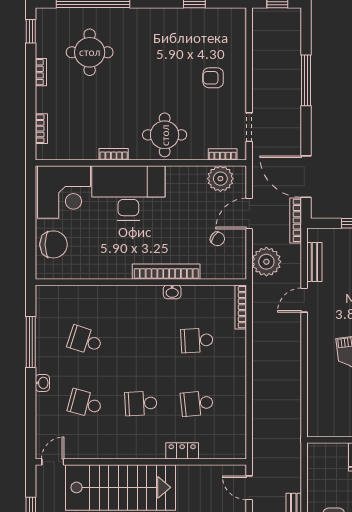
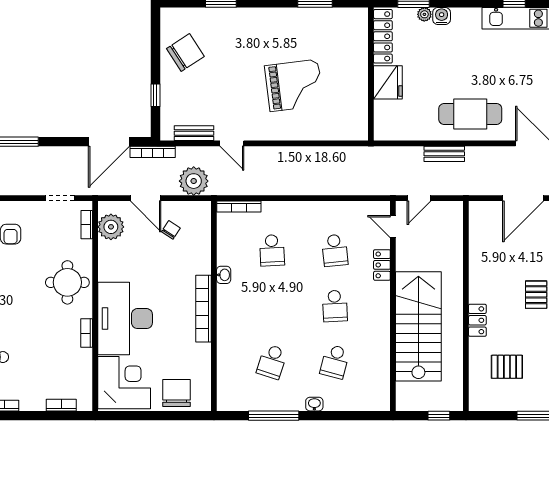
bookcase: (166, 272) -> (204, 309), moved
door: (53, 462) -> (393, 226), moved

